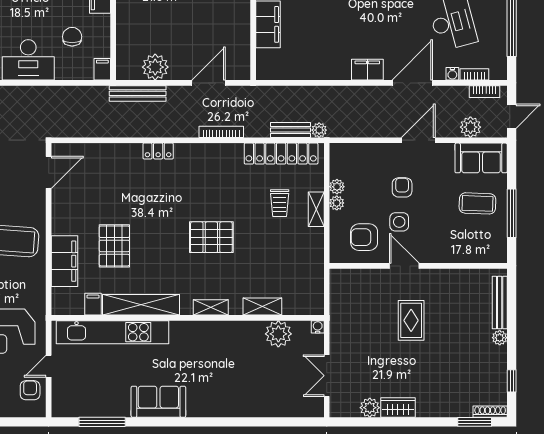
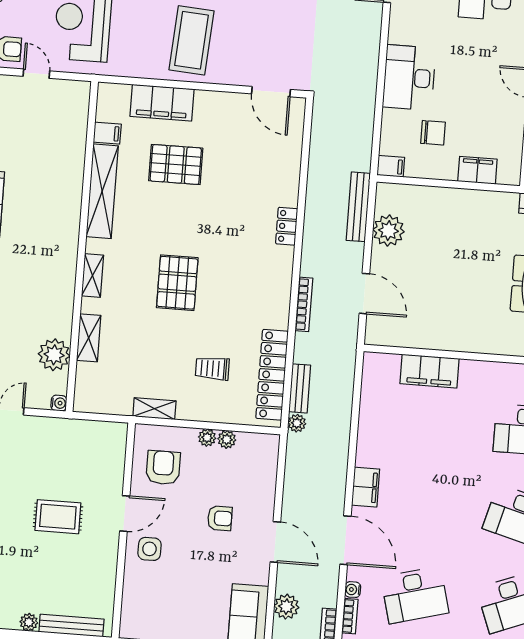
coffee table: (477, 203) -> (193, 608), removed
shelving: (316, 209) -> (154, 409), moved
side table: (399, 222) -> (149, 549), moved
kitchen unit: (112, 332) -> (72, 154), removed

